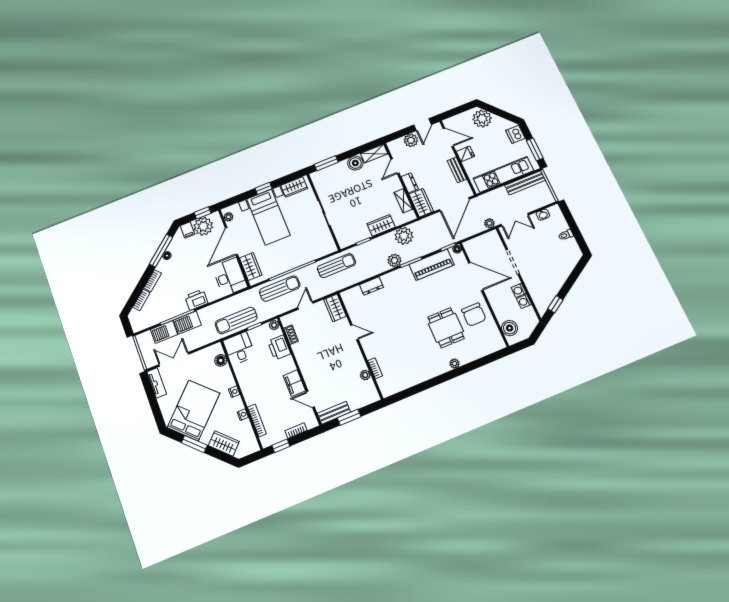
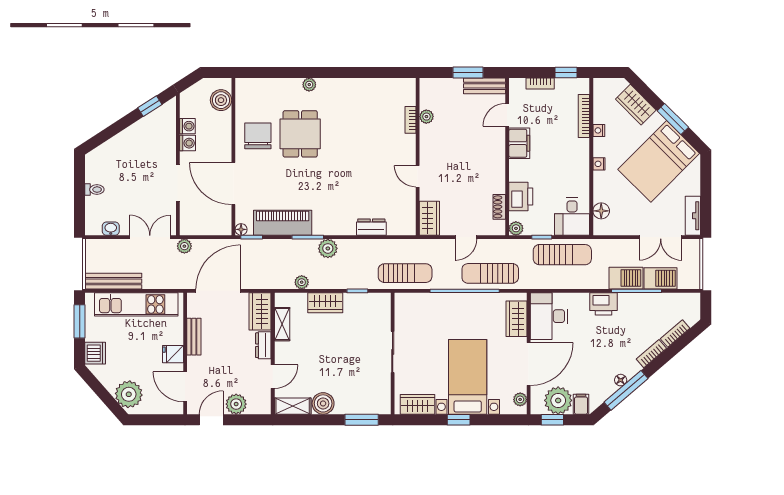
plant: (404, 236) -> (302, 282), width x0.53, depth x0.53
sun lounger: (336, 266) -> (405, 273), turned 180
door: (310, 399) -> (507, 115), swing flipped

